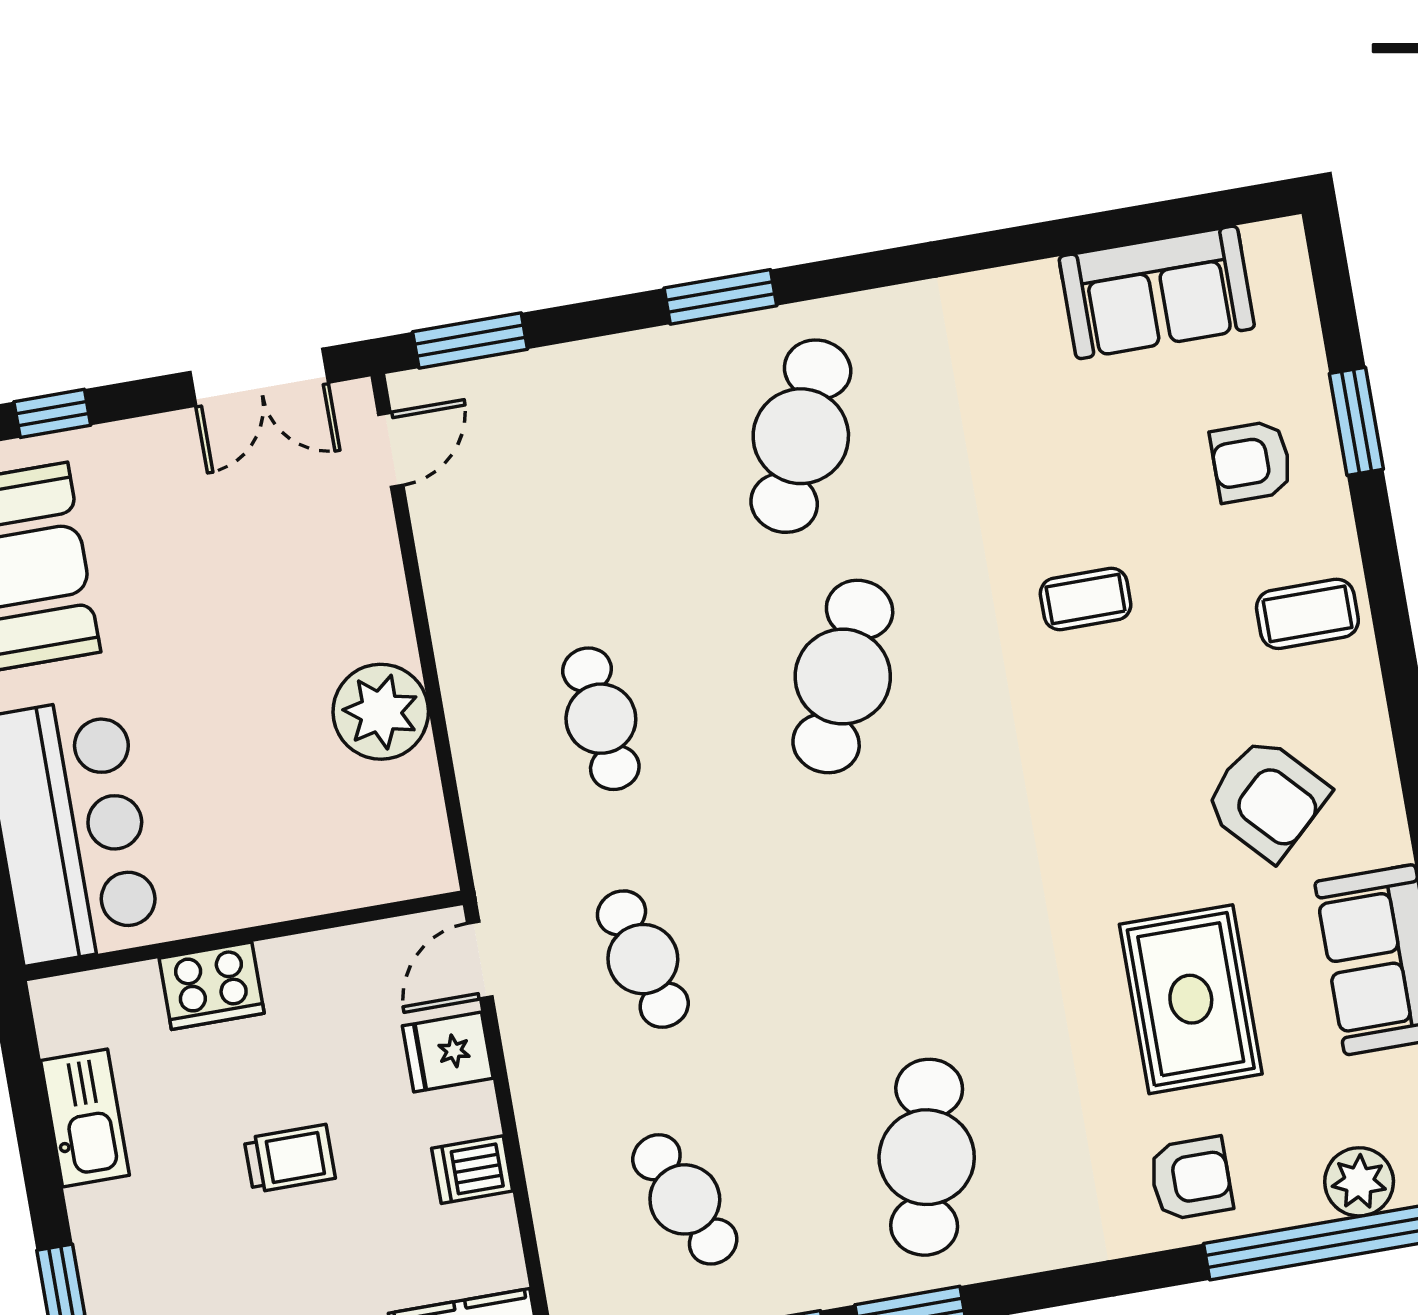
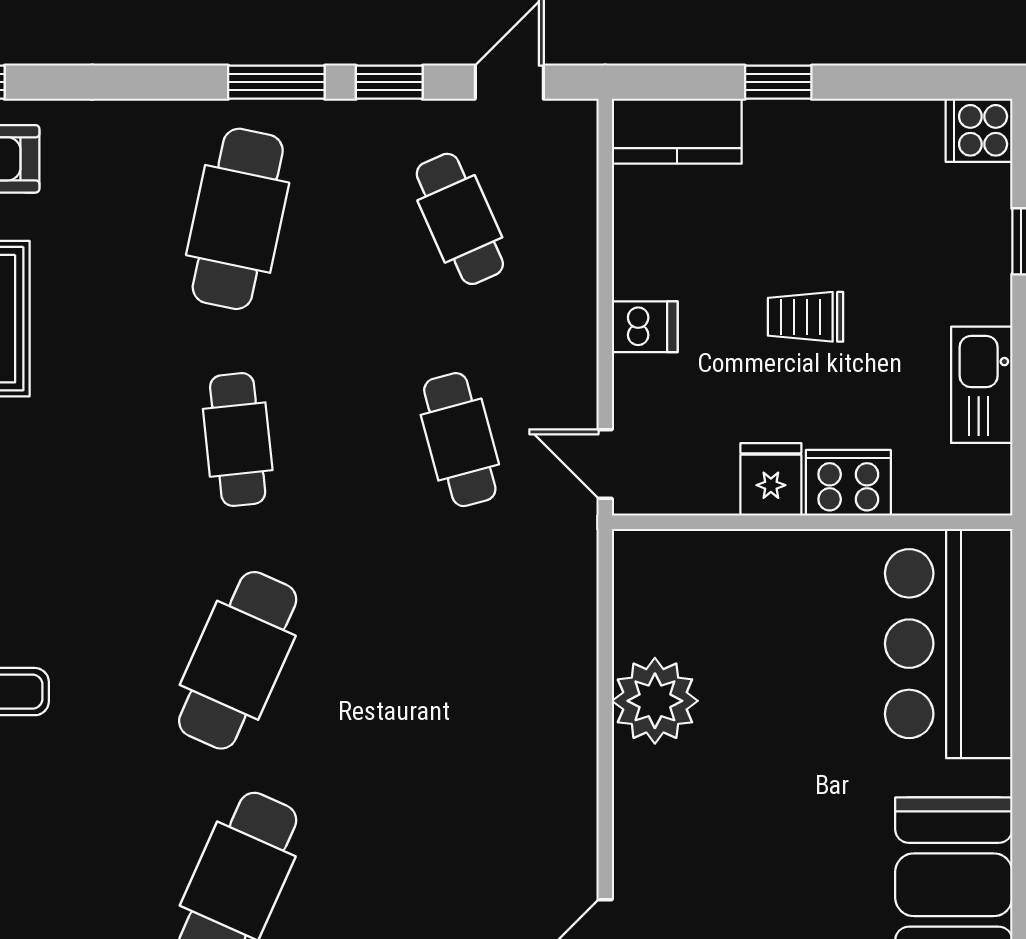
cafe table: (601, 719) -> (238, 440), moved
door: (480, 960) -> (605, 464), swing flipped
fridge: (448, 1052) -> (771, 479), moved, turned -90
dishwasher: (472, 1170) -> (645, 327), moved

